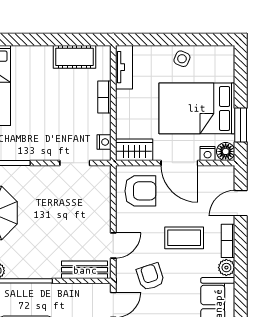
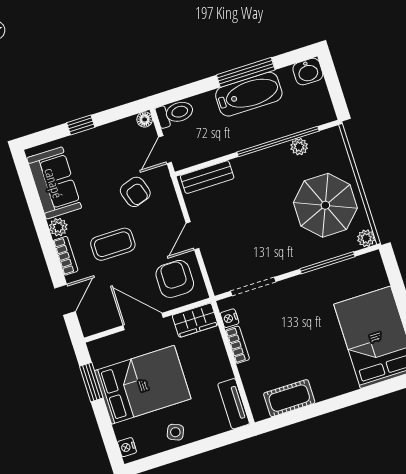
bookcase: (104, 97) -> (238, 345), moved
floor lamp: (226, 151) -> (98, 349), removed
nightstand: (208, 154) -> (127, 447), moved, turned -90
doorway: (75, 163) -> (253, 286), width x1.38
armchair: (140, 191) -> (175, 279), turned 90
door: (113, 245) -> (192, 236), moved

